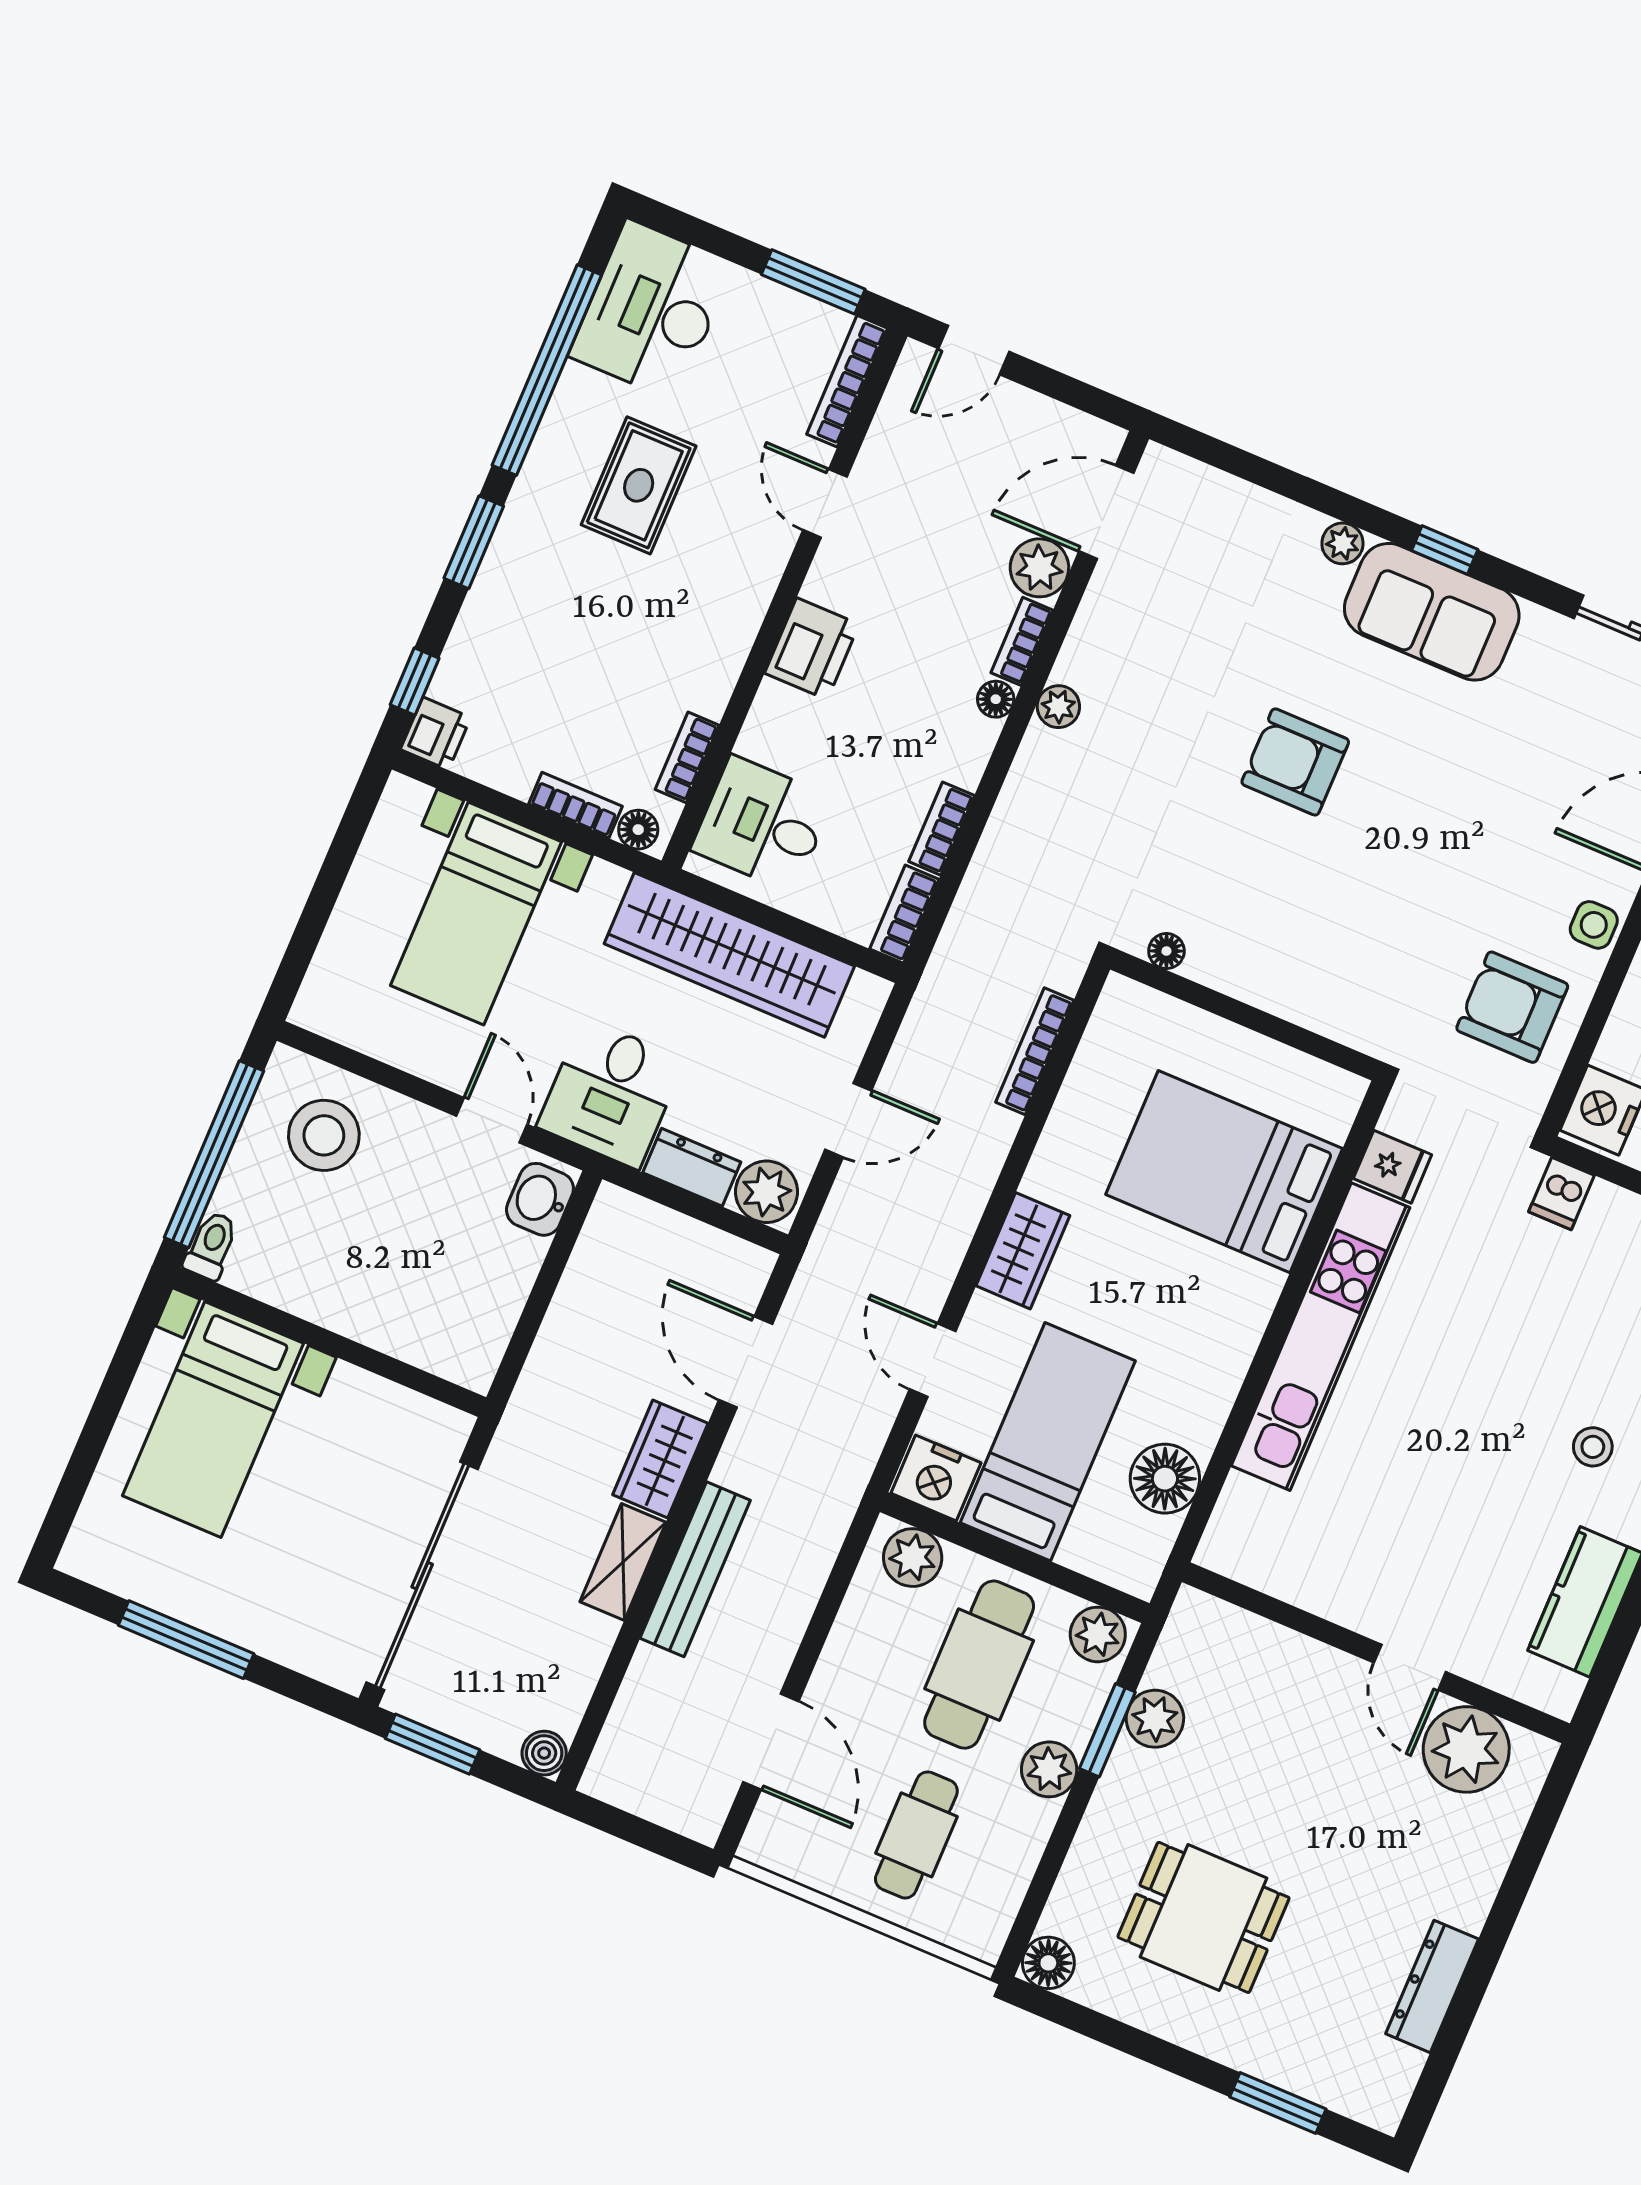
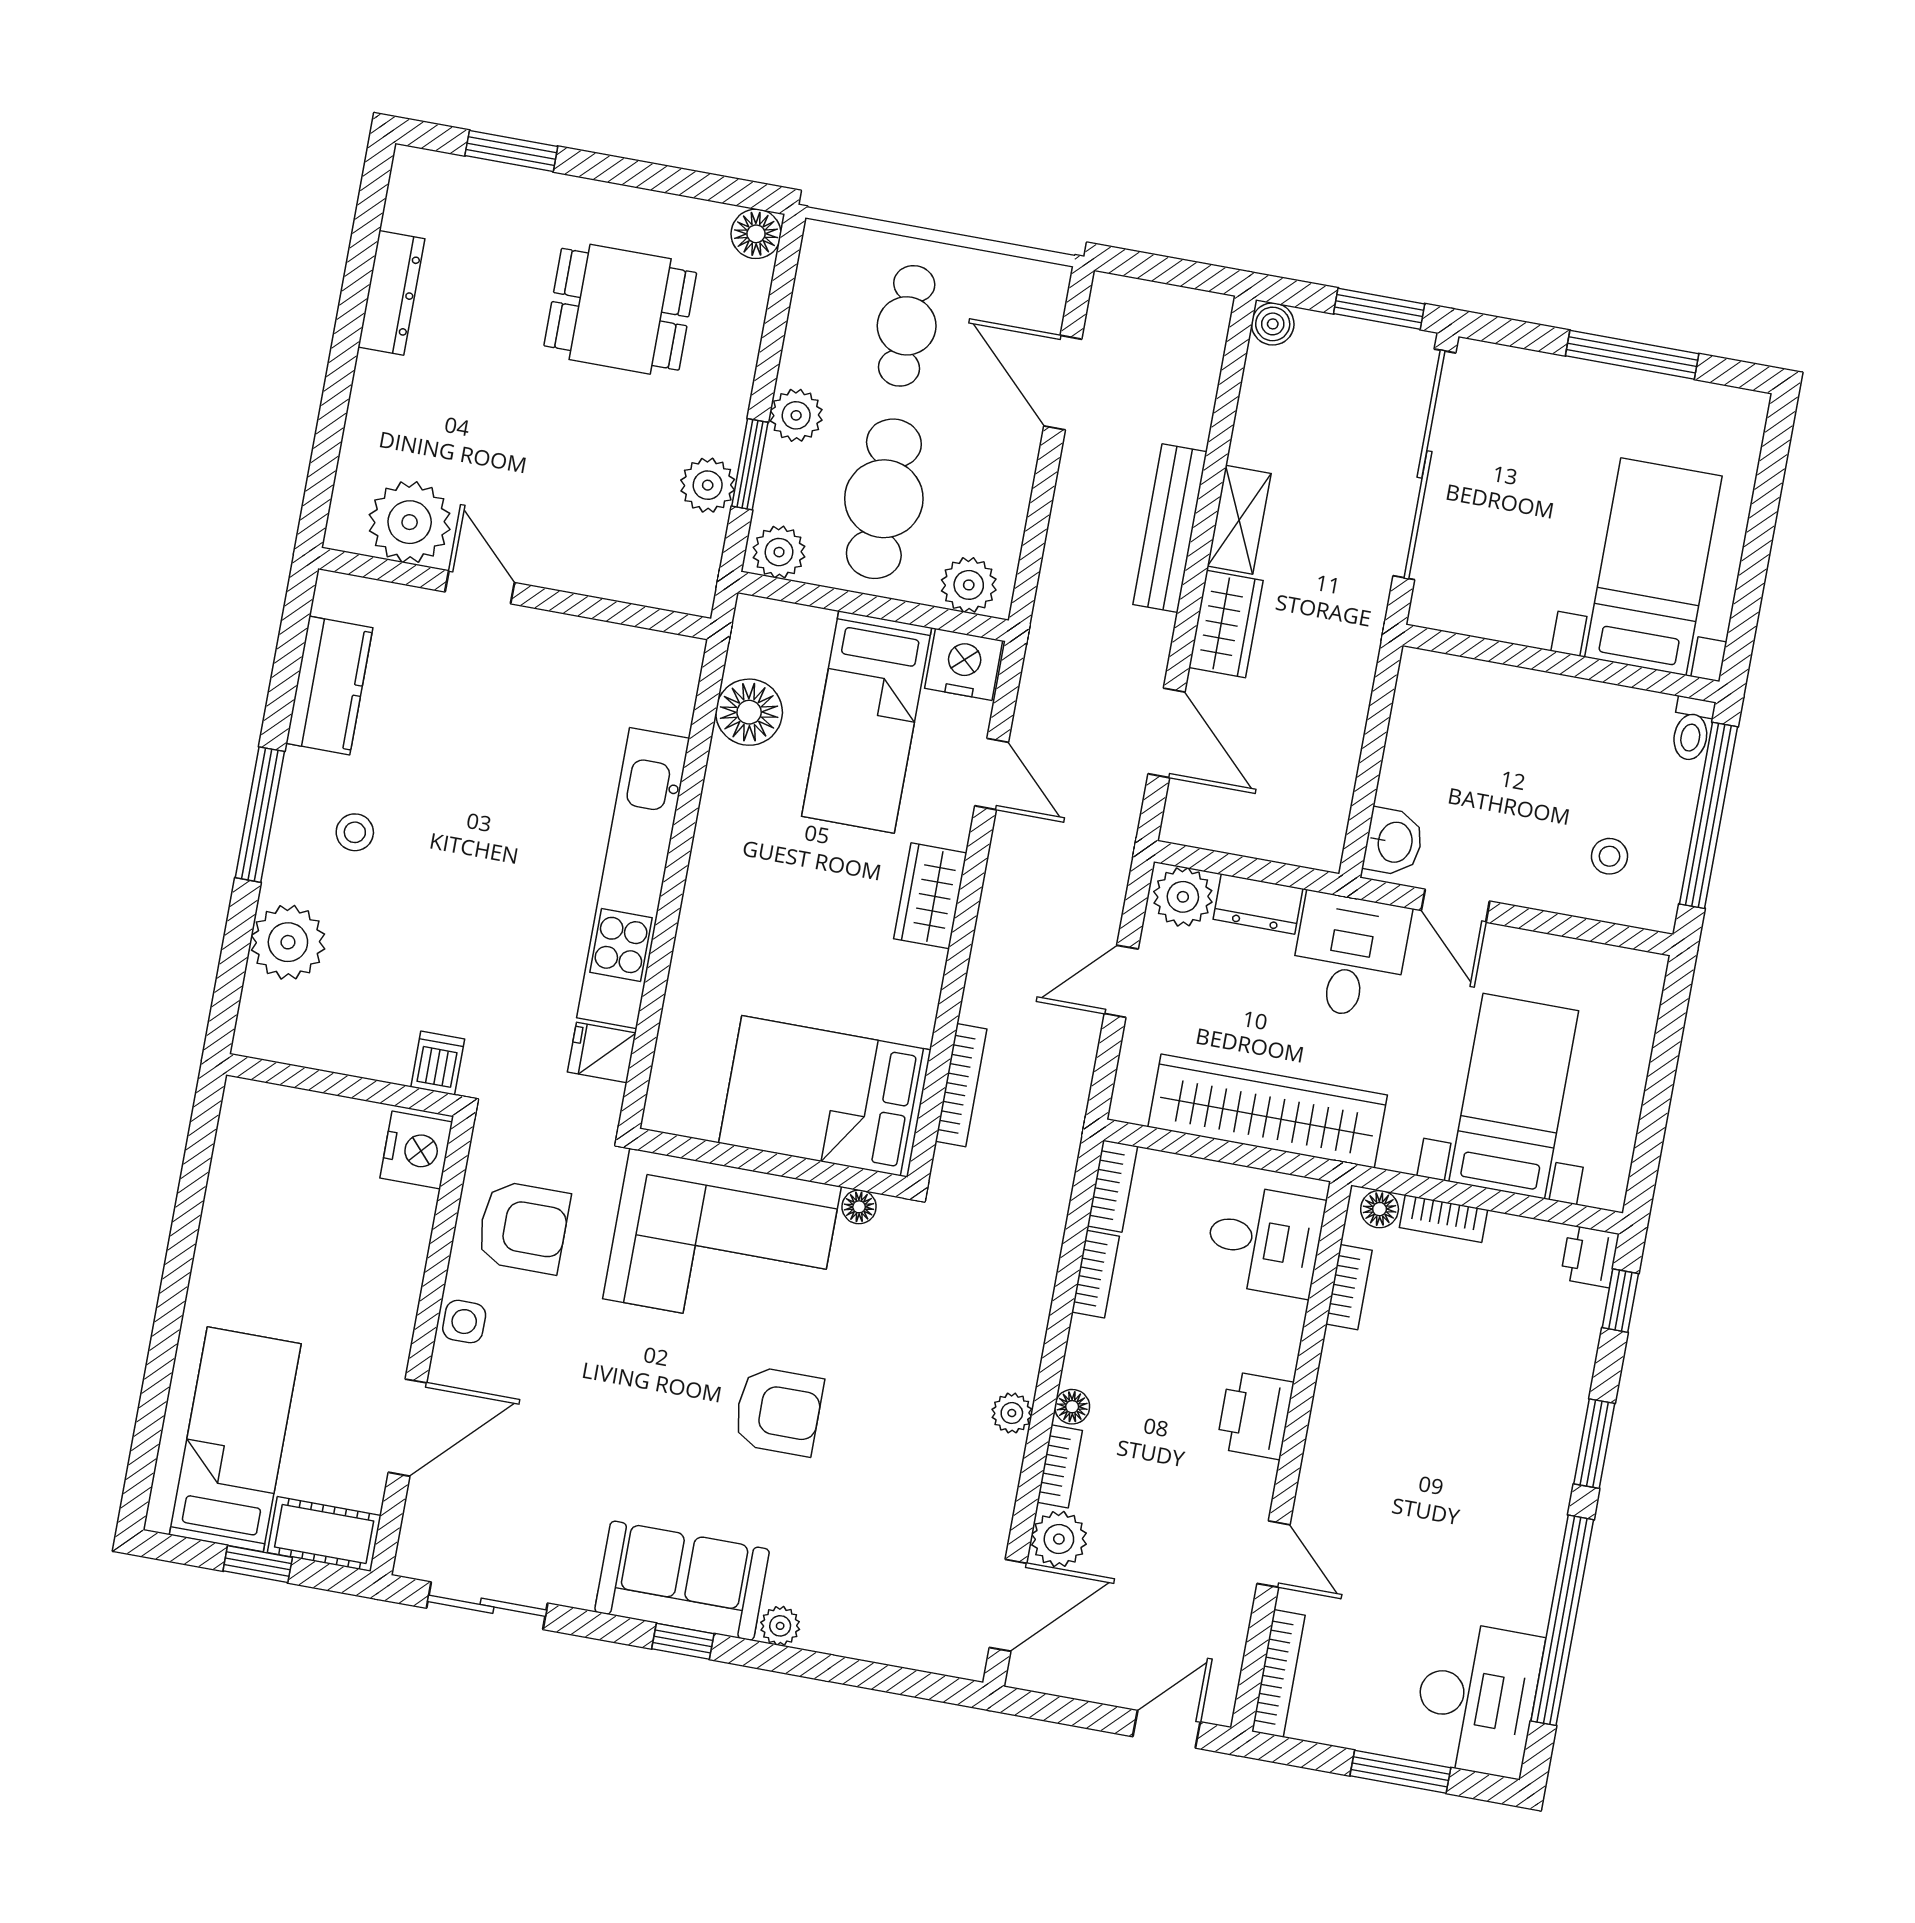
window: (813, 282) -> (1400, 1772), moved
rug: (639, 485) -> (1452, 1532), removed
corner sofa: (1314, 946) -> (722, 1243), added
stool: (324, 1135) -> (1609, 856), width x0.53, depth x0.53
bed: (1224, 1172) -> (825, 1097), moved, turned 180

